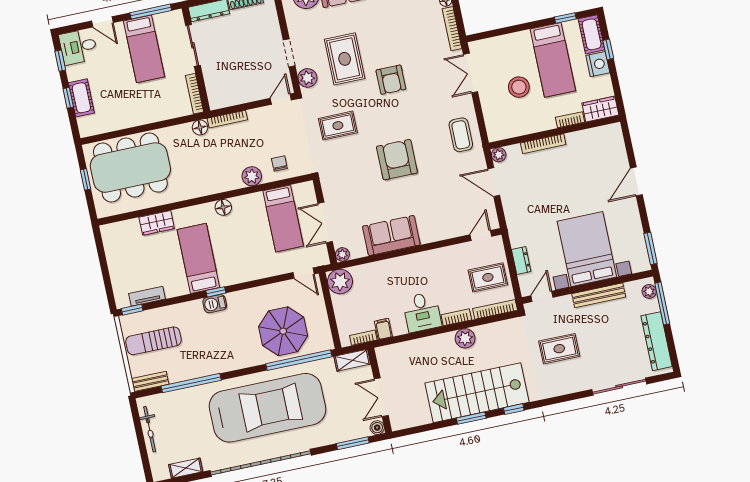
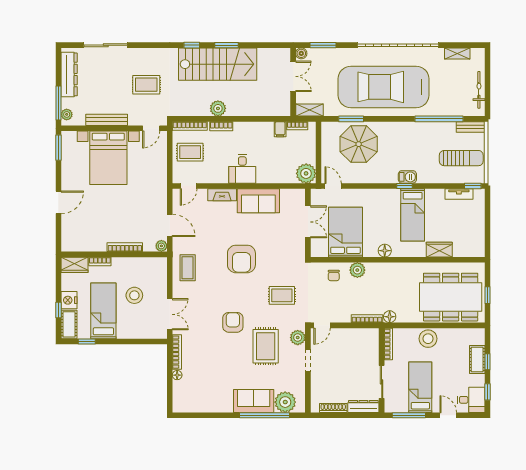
stool: (147, 111) -> (428, 339), added
bed: (283, 218) -> (346, 232), width x1.50
fireplace: (438, 233) -> (222, 195), added
plant: (342, 254) -> (300, 194), removed
dresser: (521, 261) -> (161, 160), removed
desk: (422, 312) -> (242, 169), moved, turned 180
window: (299, 360) -> (351, 119), width x0.47

